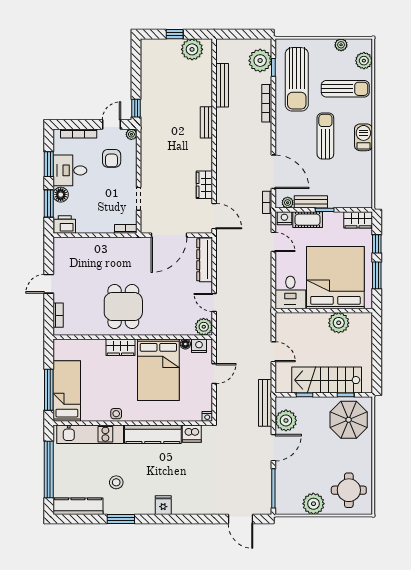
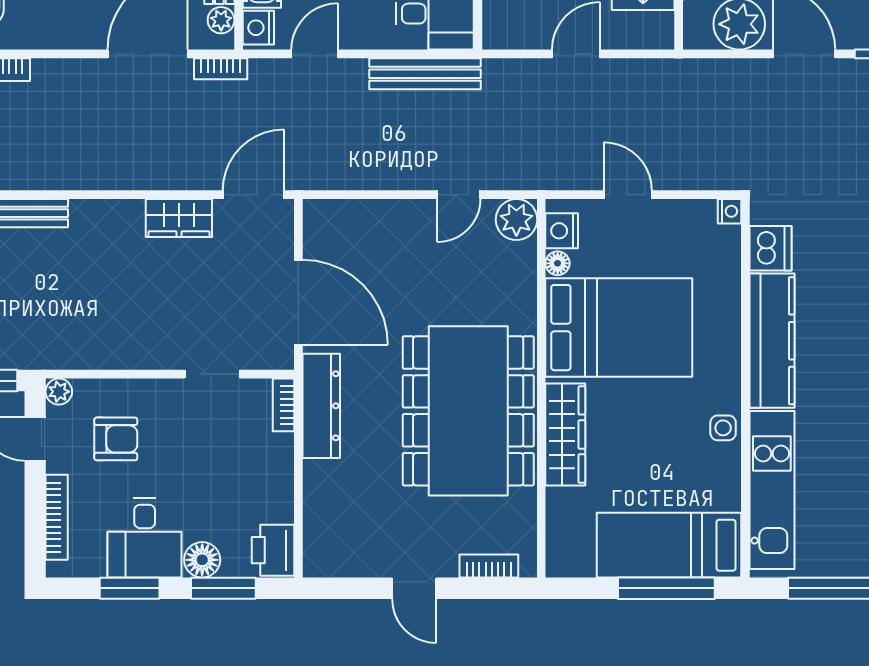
dresser: (205, 260) -> (321, 406), moved, turned -90
dining table: (123, 307) -> (468, 411), width x1.88, depth x1.24
wardrobe: (121, 347) -> (565, 434), width x1.50
bench: (265, 403) -> (425, 74), moved

